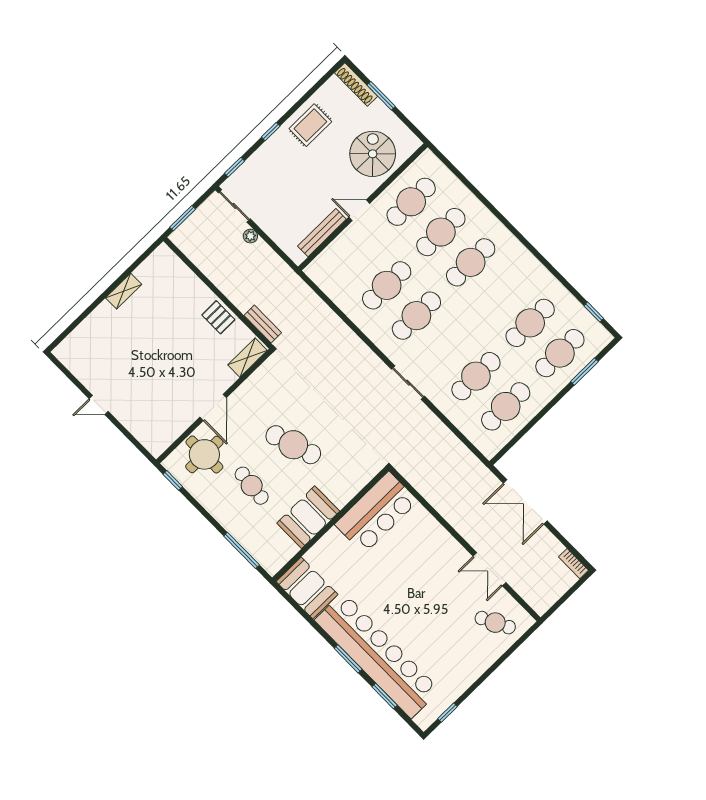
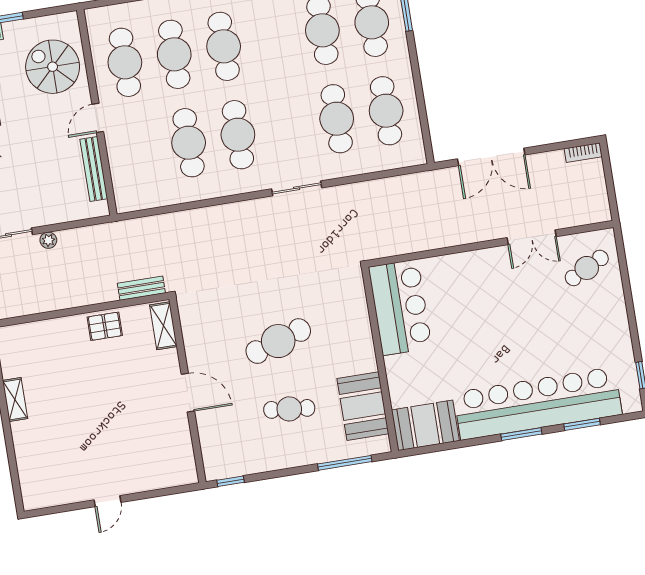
round table: (204, 454) -> (227, 433), removed
booth: (308, 517) -> (363, 406), moved

